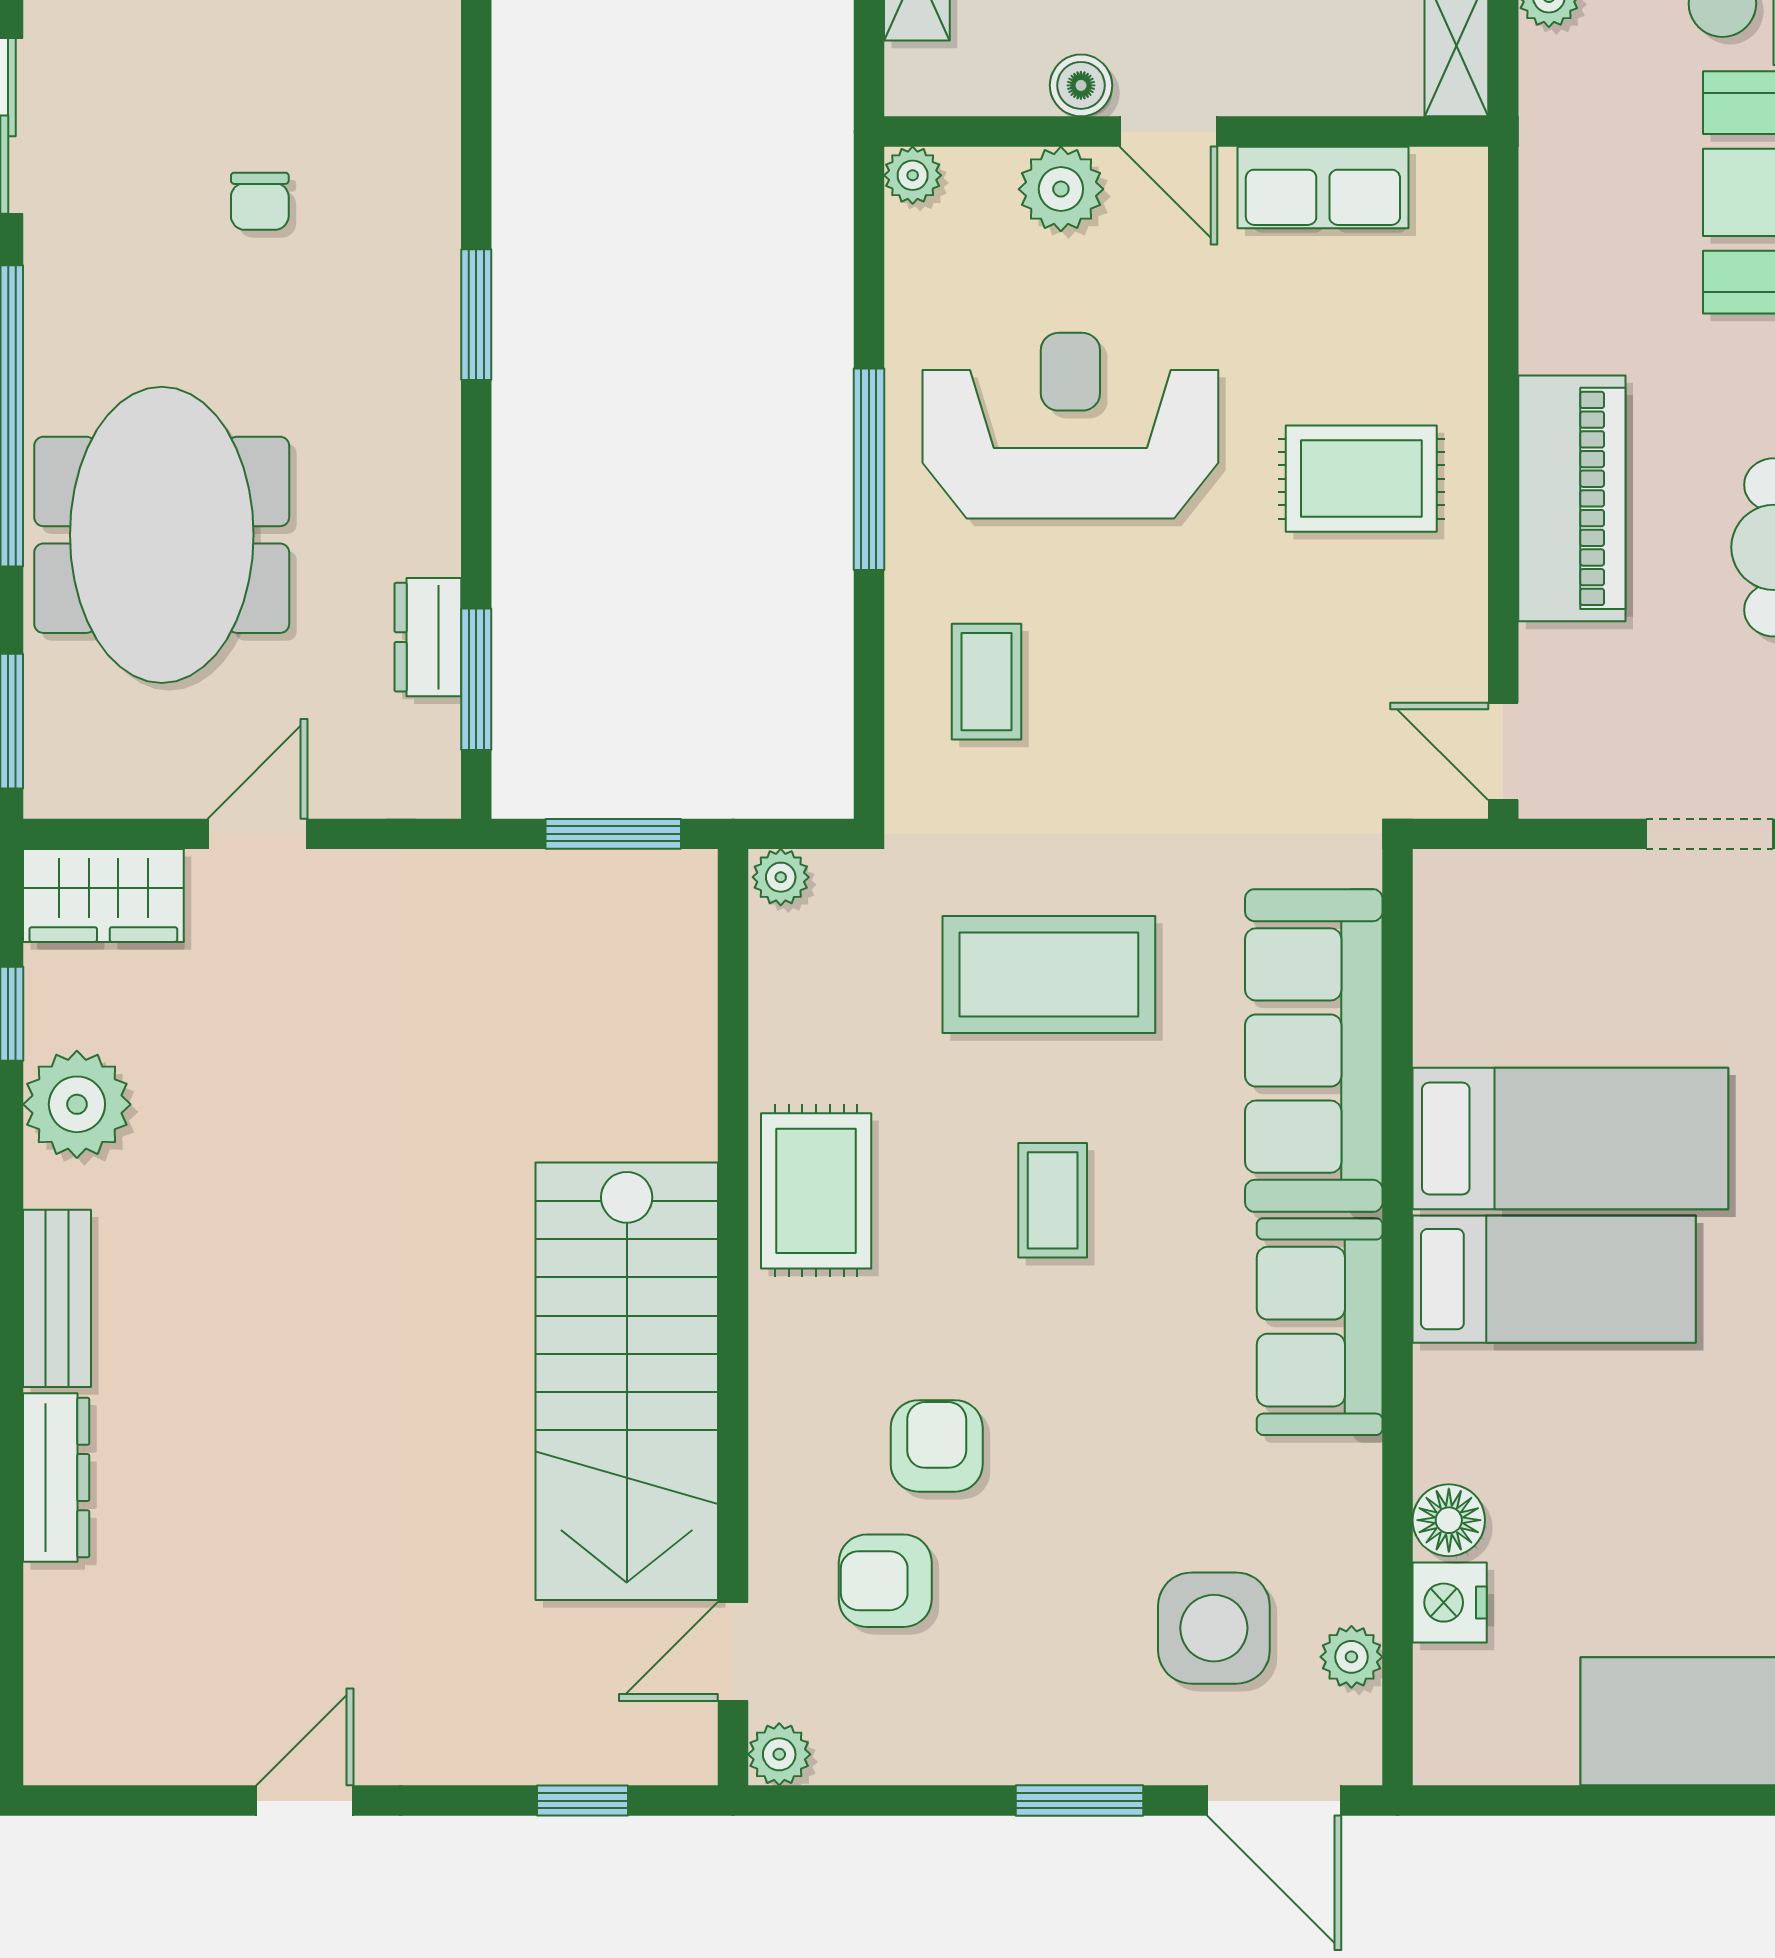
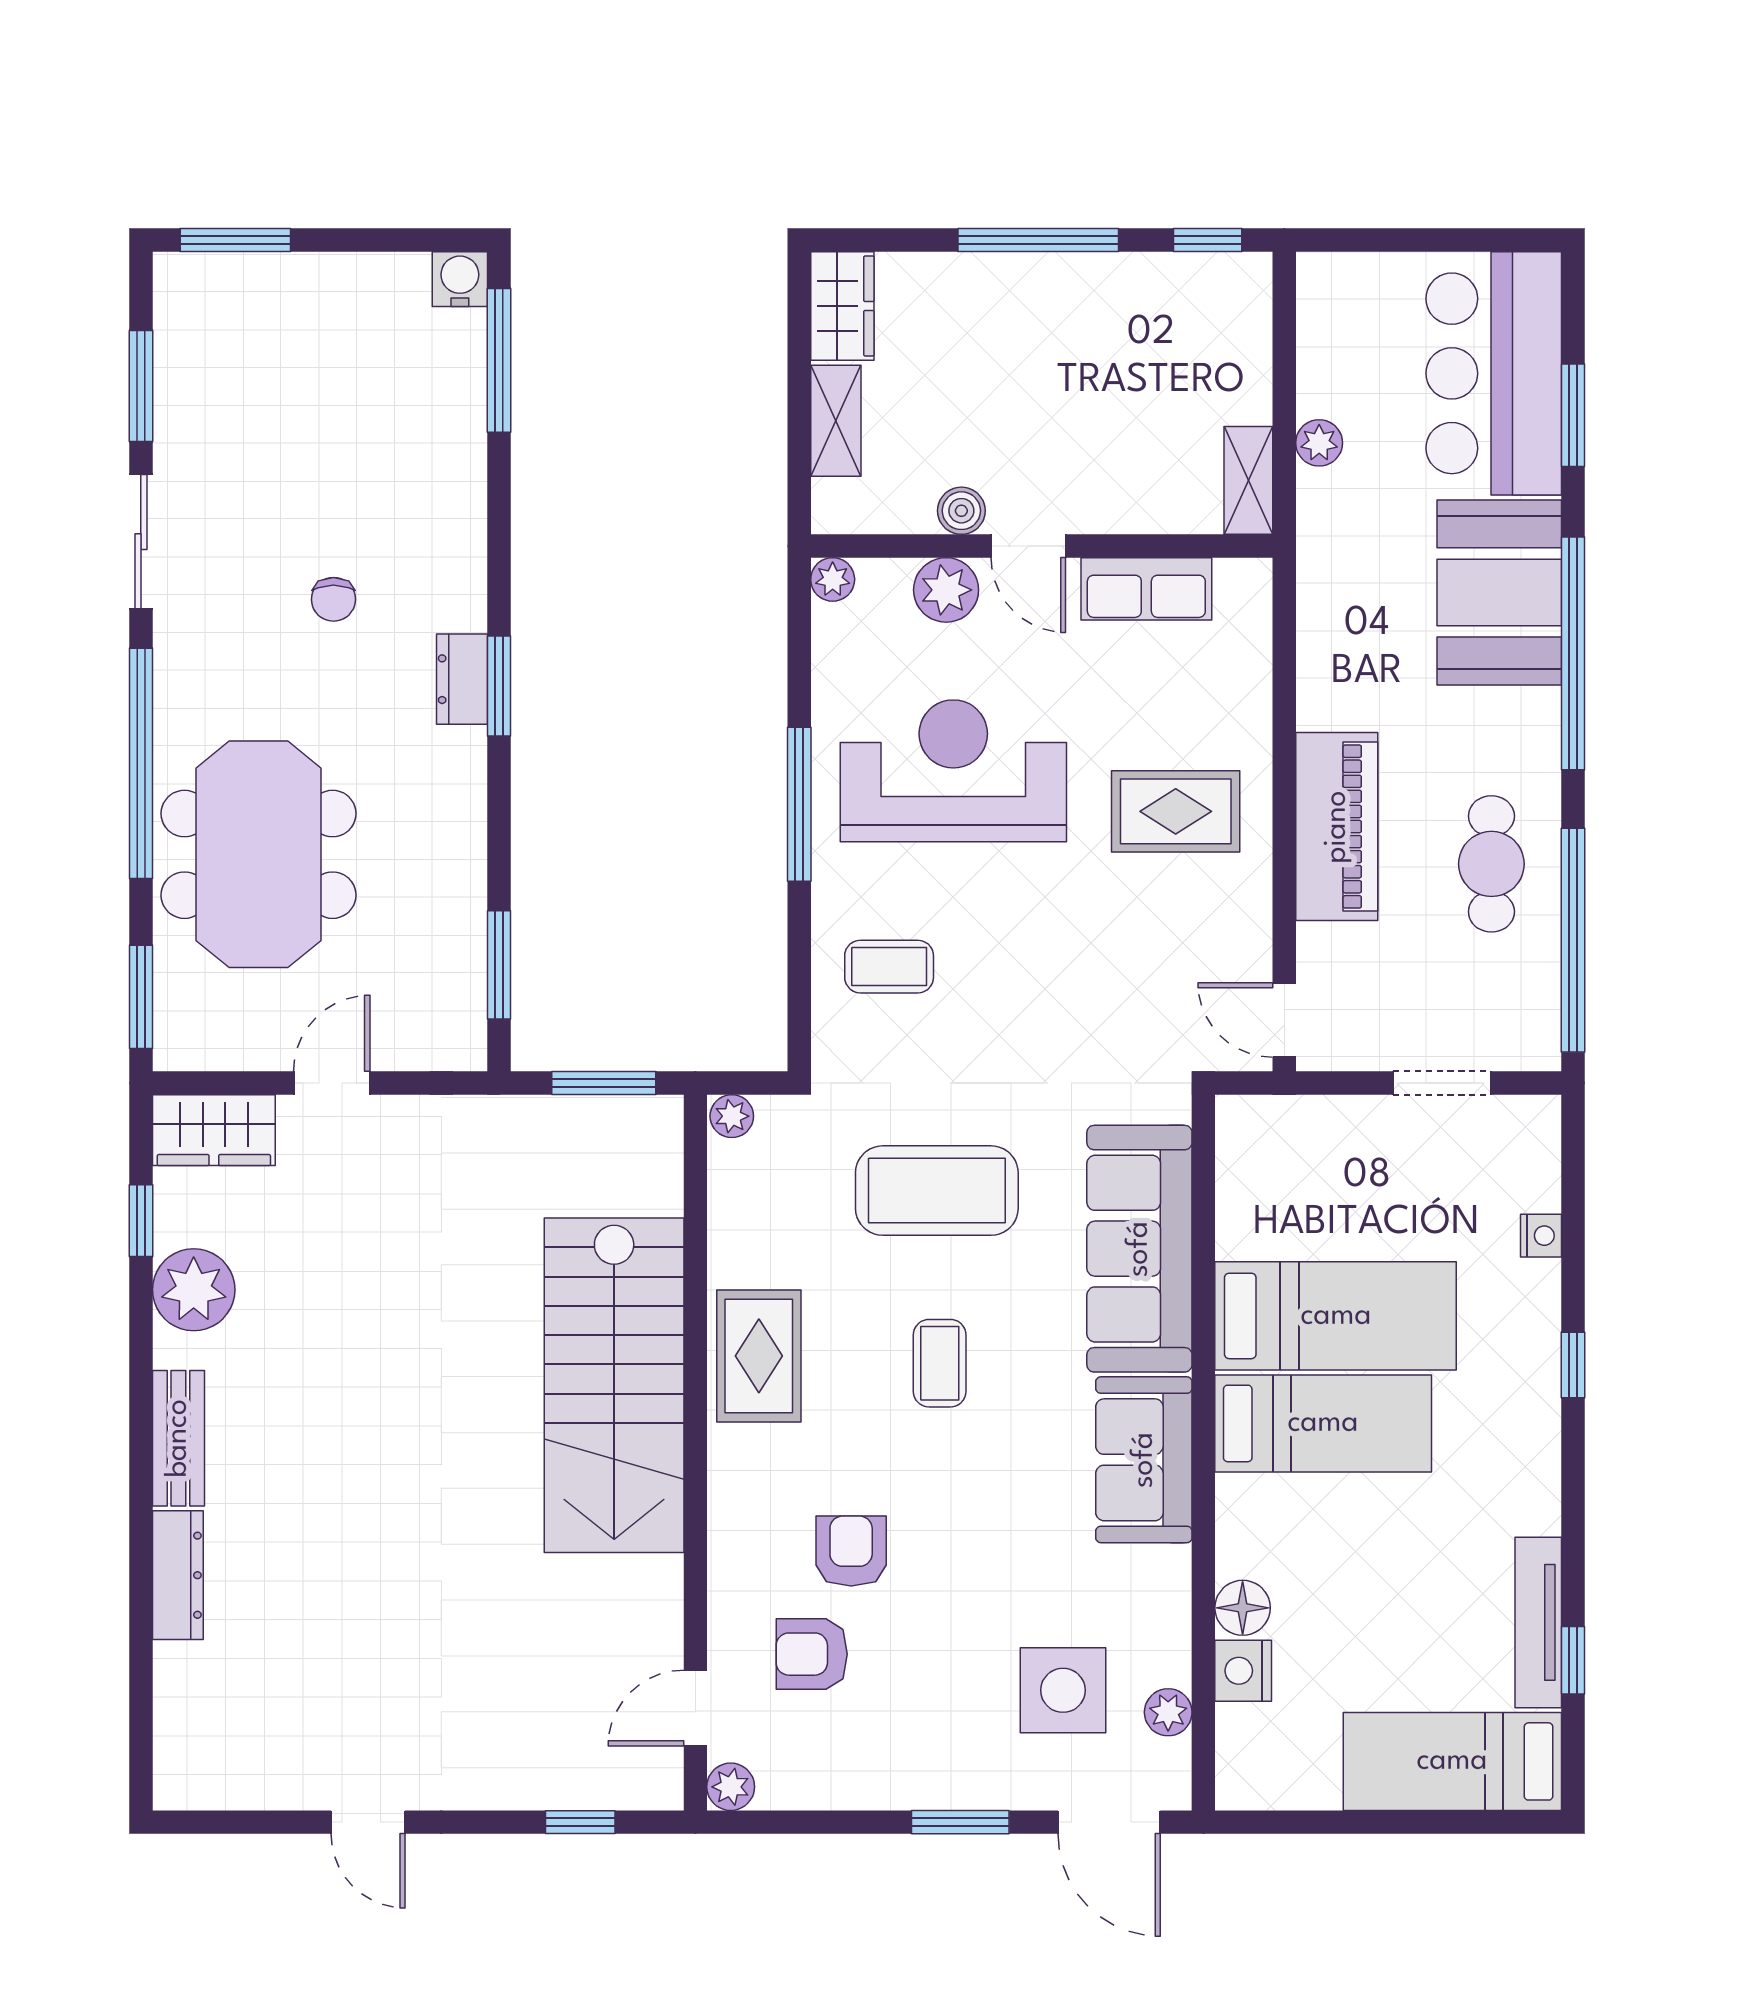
dresser: (428, 637) -> (462, 679), moved
coffee table: (986, 682) -> (889, 967), turned 90
stairs: (627, 1381) -> (614, 1385), moved
door: (305, 1801) -> (368, 1822), swing flipped

